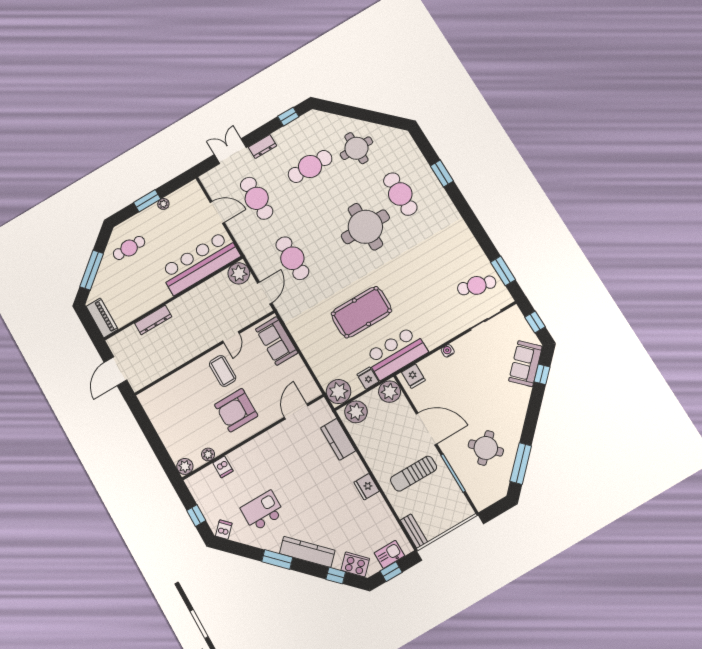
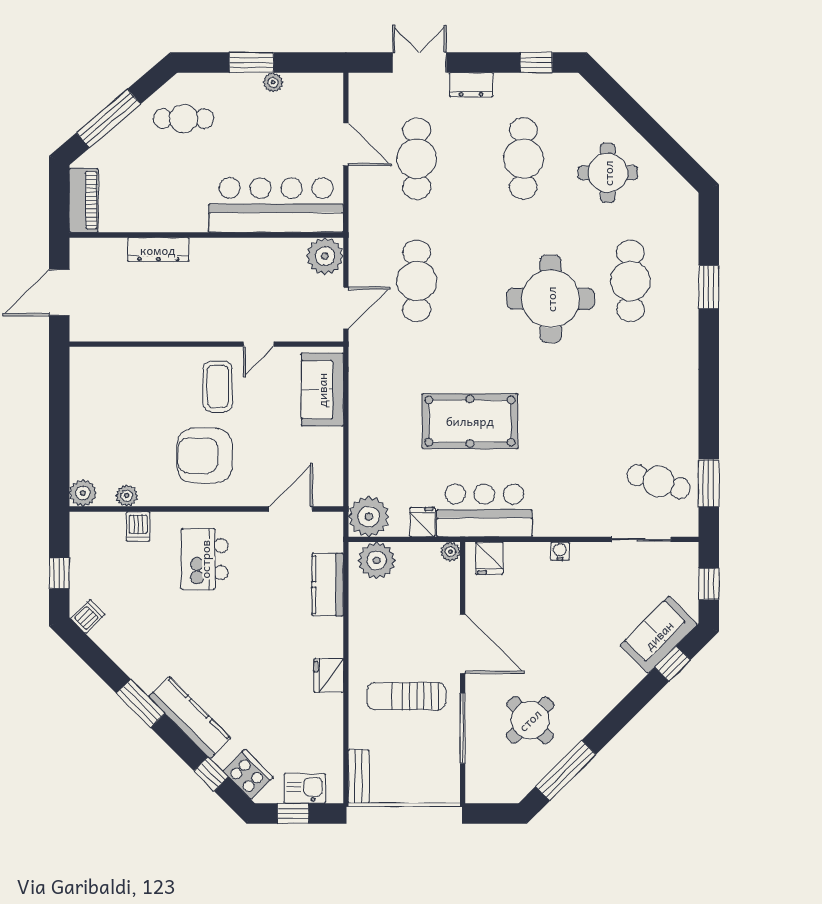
cafe table: (310, 166) -> (524, 159), turned 90
plant: (390, 392) -> (450, 552), width x0.53, depth x0.53
kitchen island: (262, 511) -> (205, 559), moved, turned -90

